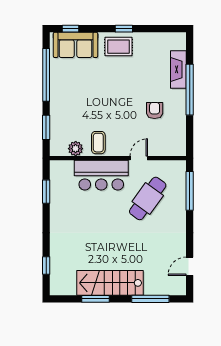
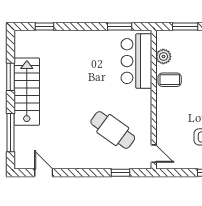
door: (139, 158) -> (154, 154), moved
bar counter: (101, 175) -> (136, 61), moved
window: (190, 191) -> (121, 173), width x0.46

